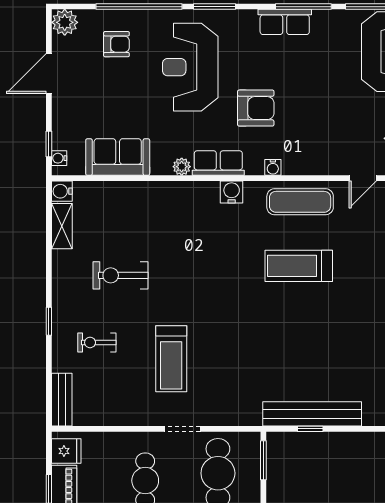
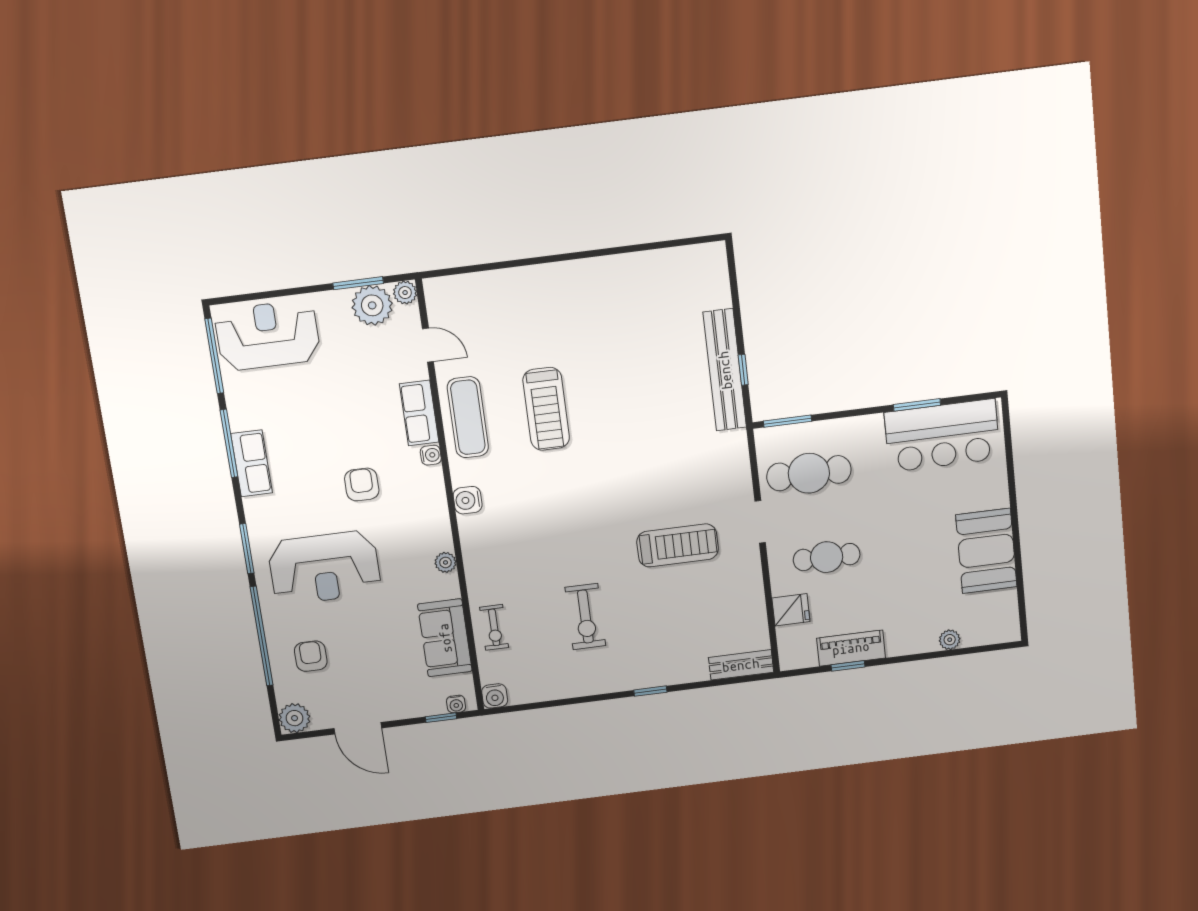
armchair: (256, 108) -> (362, 485), width x0.72, depth x0.72
row of seats: (218, 163) -> (419, 413), moved
shelving: (62, 226) -> (536, 691), removed
exercise bike: (97, 342) -> (494, 627), moved
fridge: (66, 451) -> (791, 610), moved, turned 90

